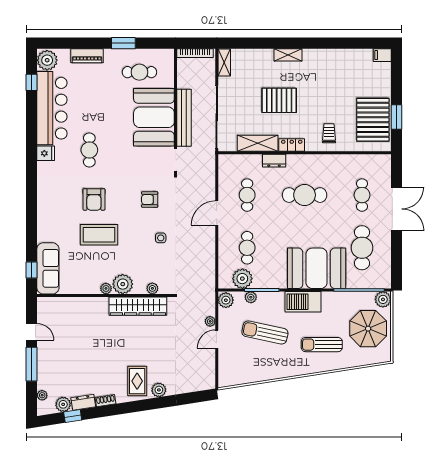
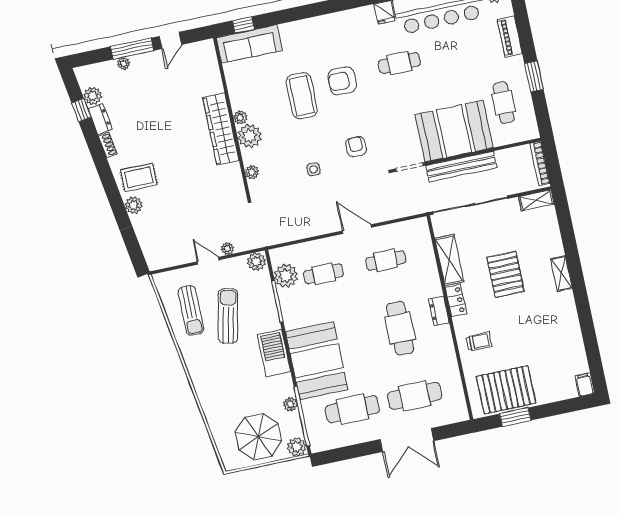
dresser: (274, 161) -> (439, 311), moved
cafe table: (362, 195) -> (415, 396), width x1.37, depth x1.35
plant: (251, 297) -> (290, 404), moved
wardrobe: (138, 306) -> (221, 129), moved
sun lounger: (322, 345) -> (191, 310), moved, turned 180
plant: (42, 395) -> (123, 64), moved

